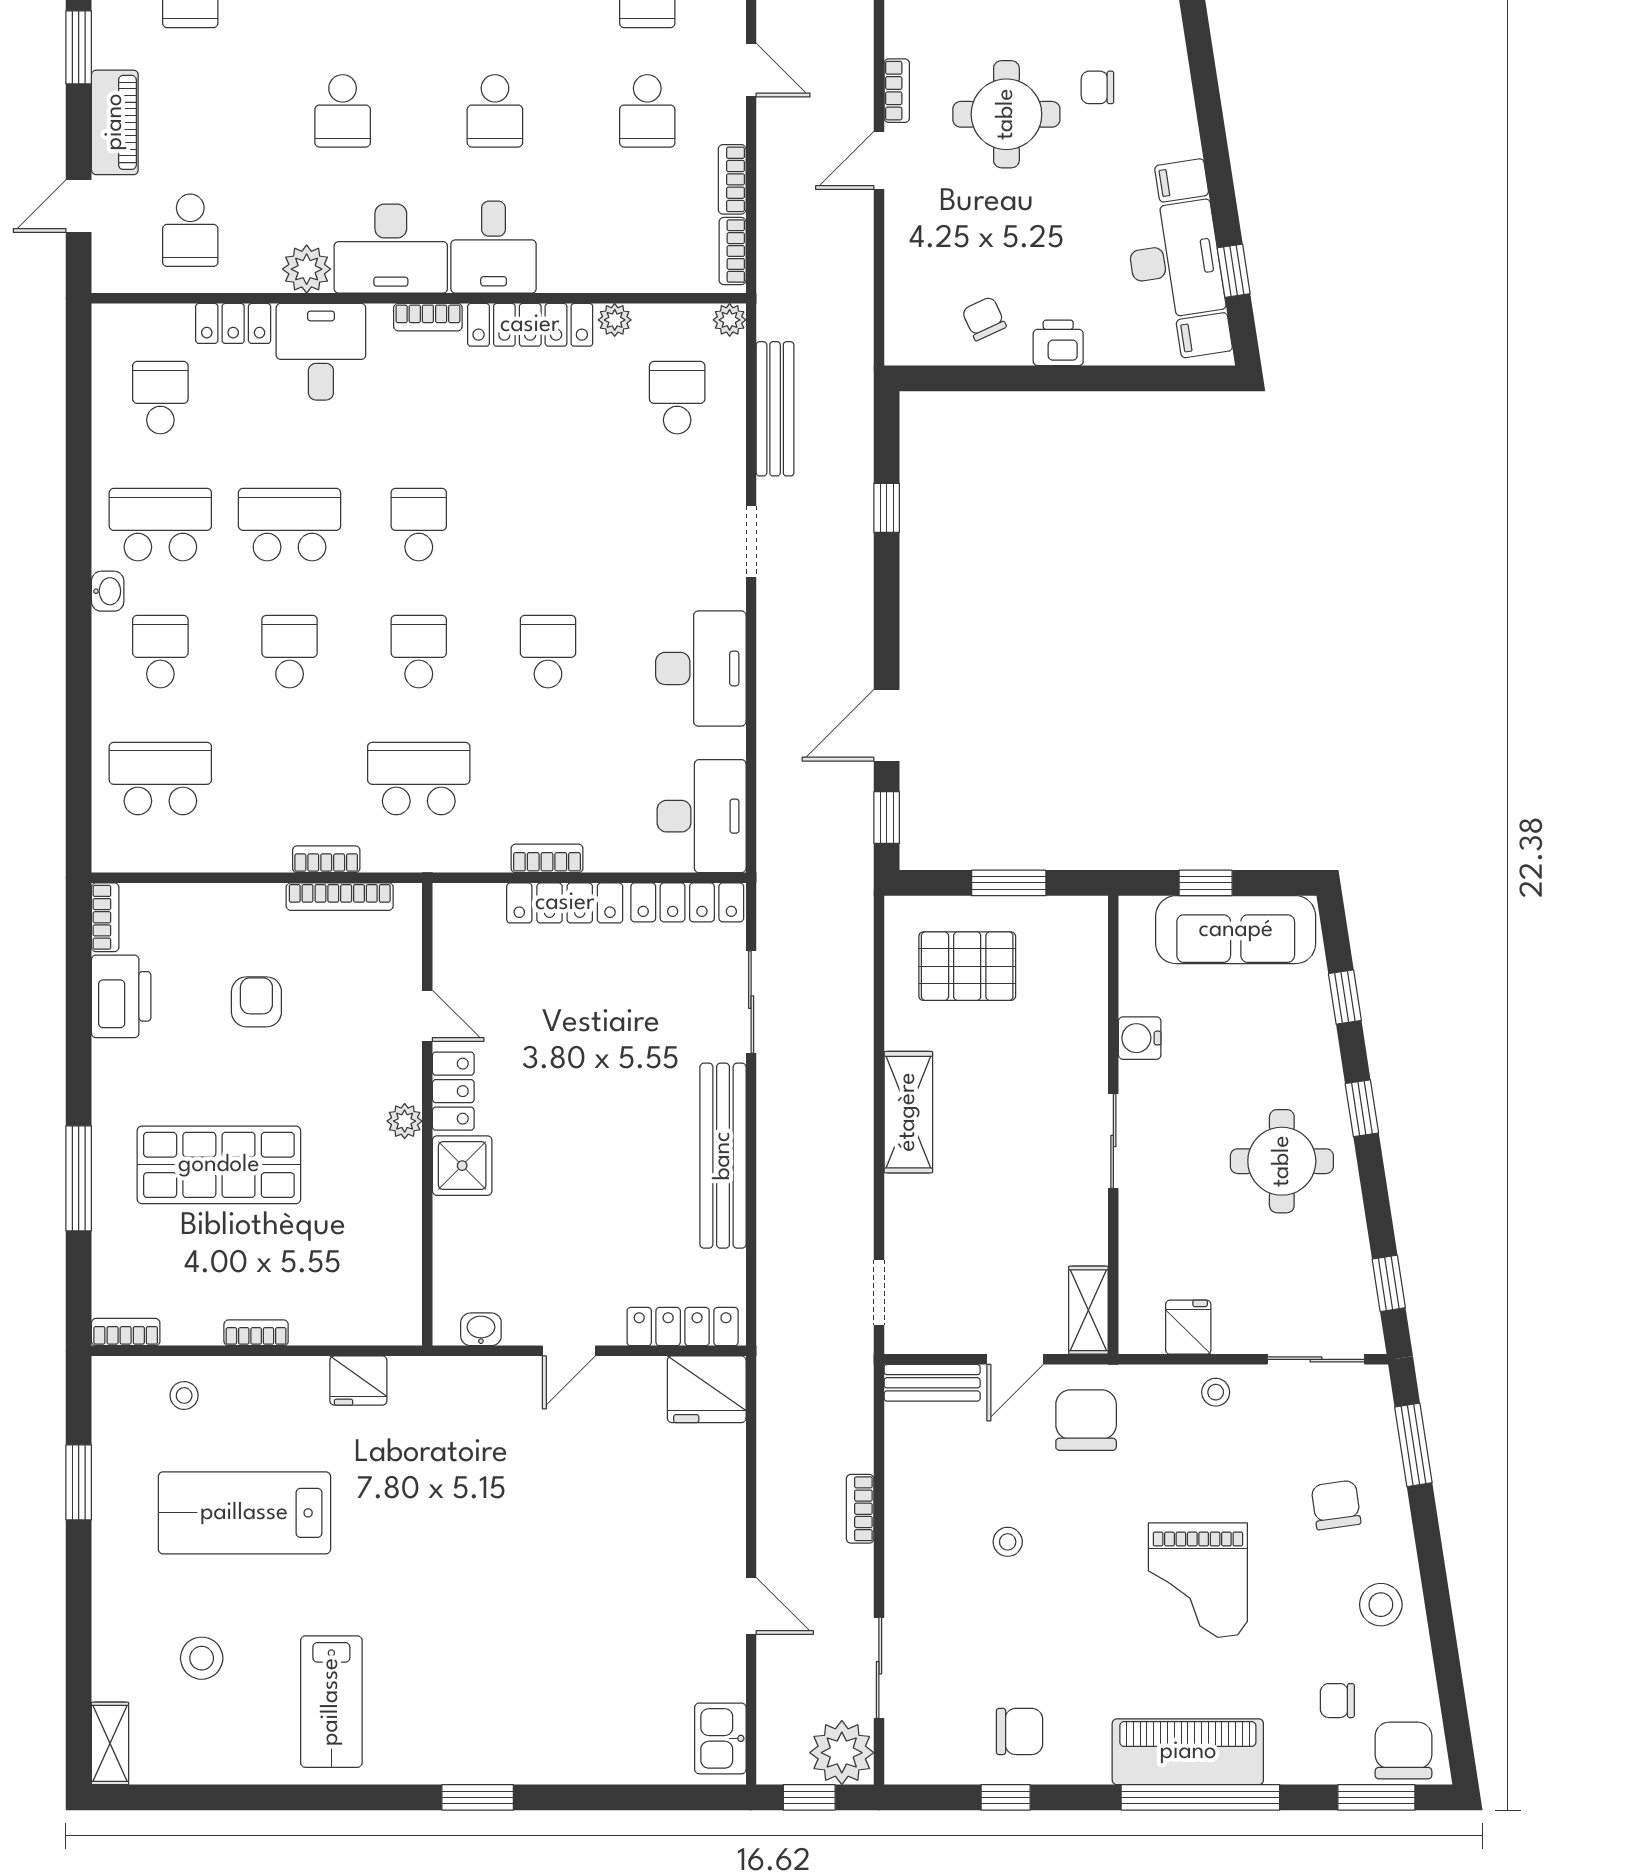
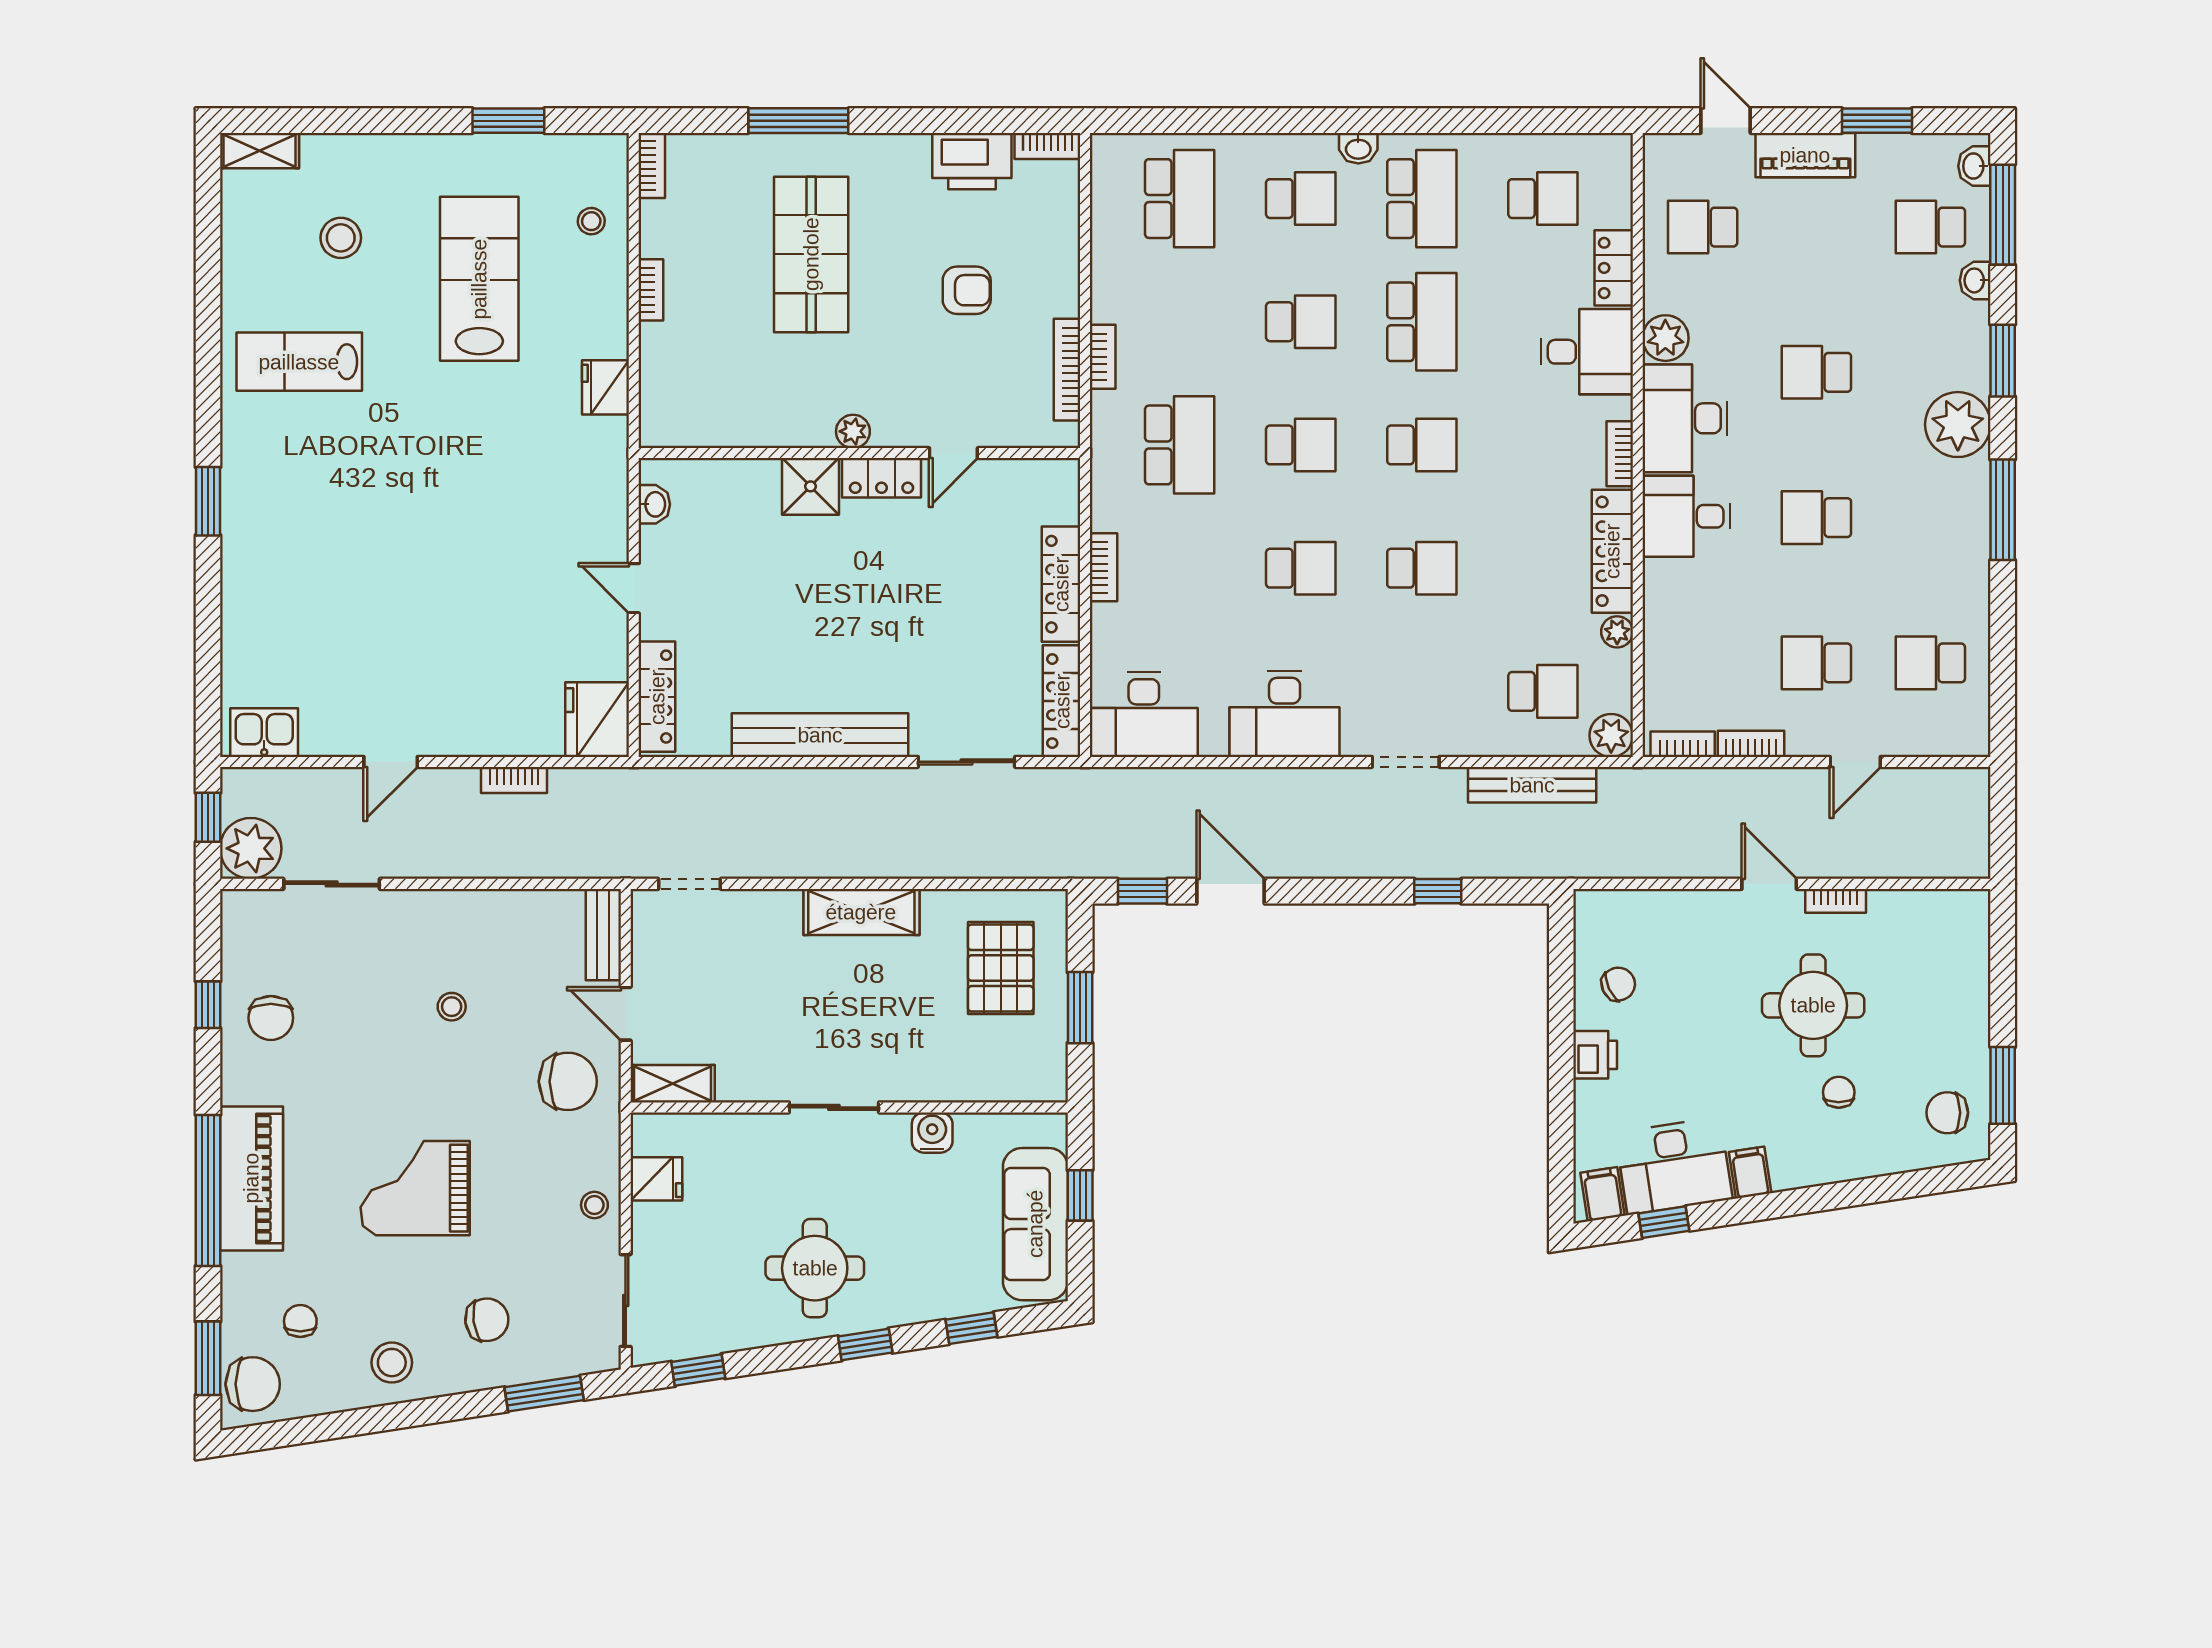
plant: (730, 320) -> (1611, 735), width x1.38, depth x1.38
school desk: (548, 525) -> (1422, 568), added
bookcase: (860, 1509) -> (514, 780), moved, turned 180

